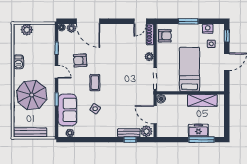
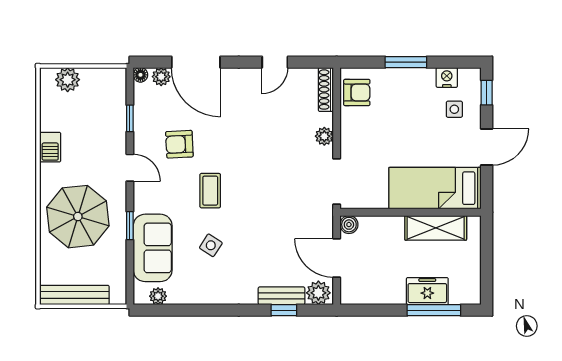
door: (140, 21) -> (275, 62), moved
bed: (189, 69) -> (435, 188), moved, turned -90

